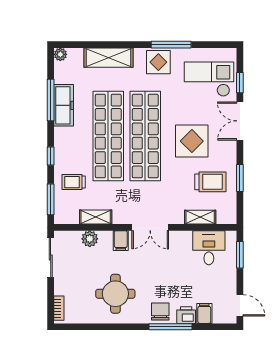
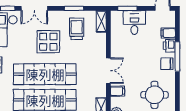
shelving: (200, 217) -> (101, 21), moved
desk: (209, 248) -> (134, 23), moved, turned 90

